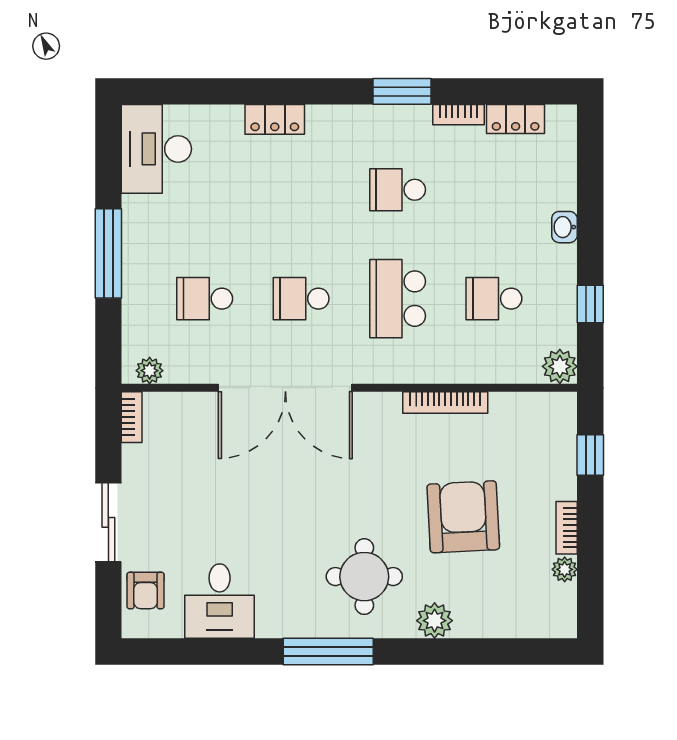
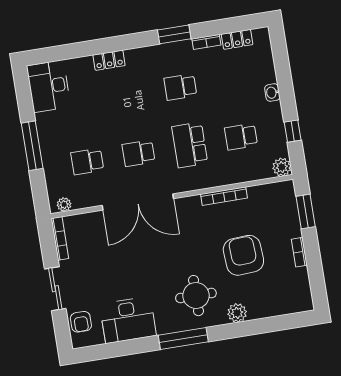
bookcase: (132, 417) -> (60, 238), width x1.56
window: (590, 455) -> (306, 211), width x1.50
plant: (565, 569) -> (302, 274), removed
desk: (220, 601) -> (128, 320), width x1.37

